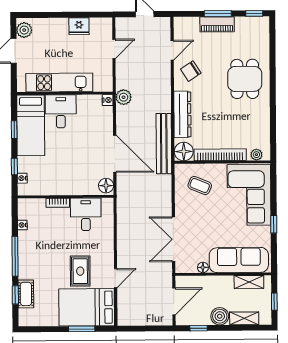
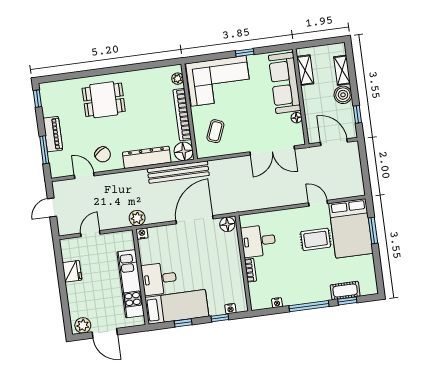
window: (218, 14) -> (44, 150), moved
door: (114, 49) -> (90, 234), hinge flipped
window: (274, 302) -> (322, 42), removed

